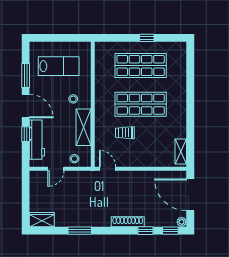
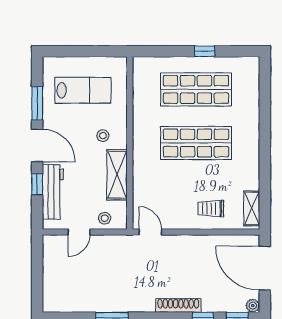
trolley: (125, 133) -> (211, 209), moved
wardrobe: (42, 220) -> (60, 302), removed

